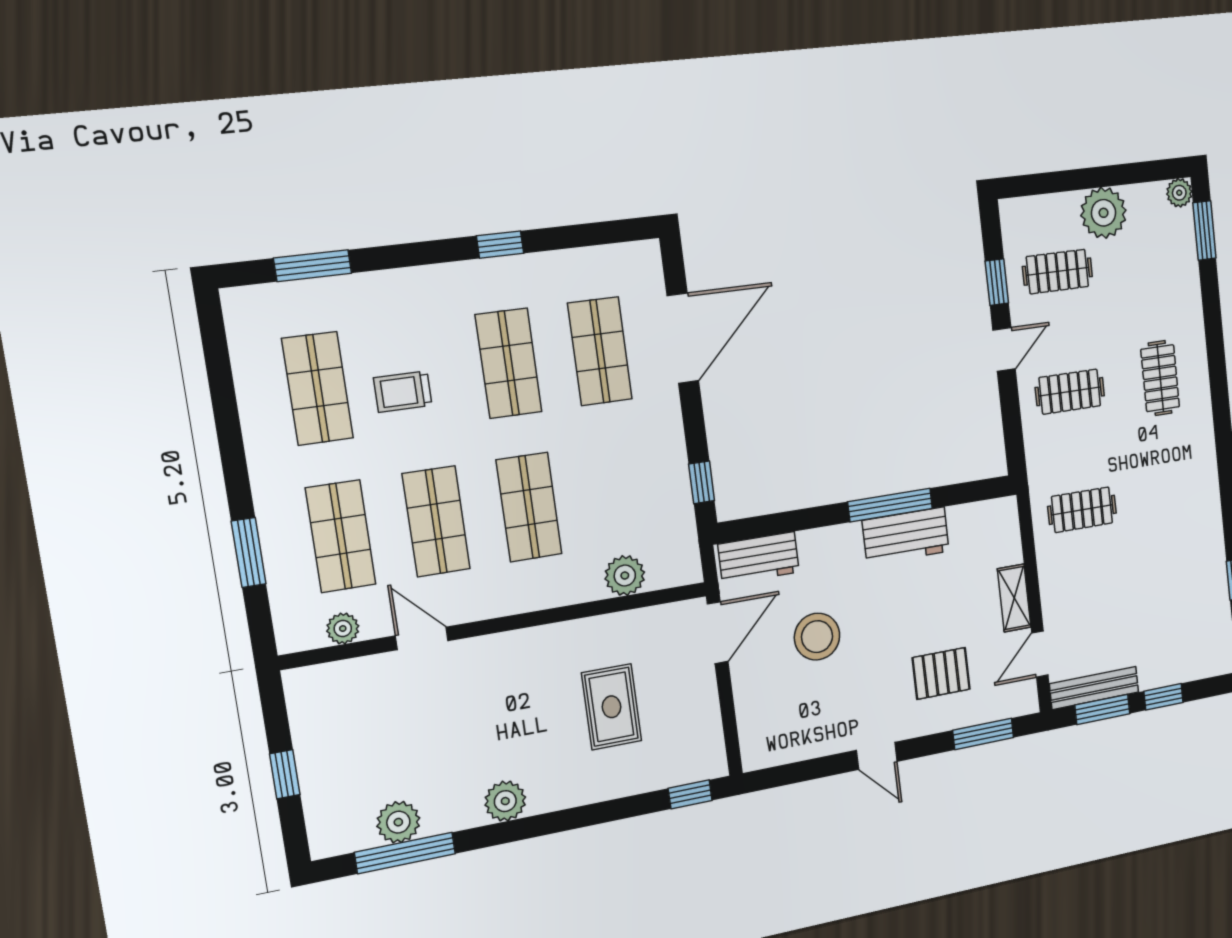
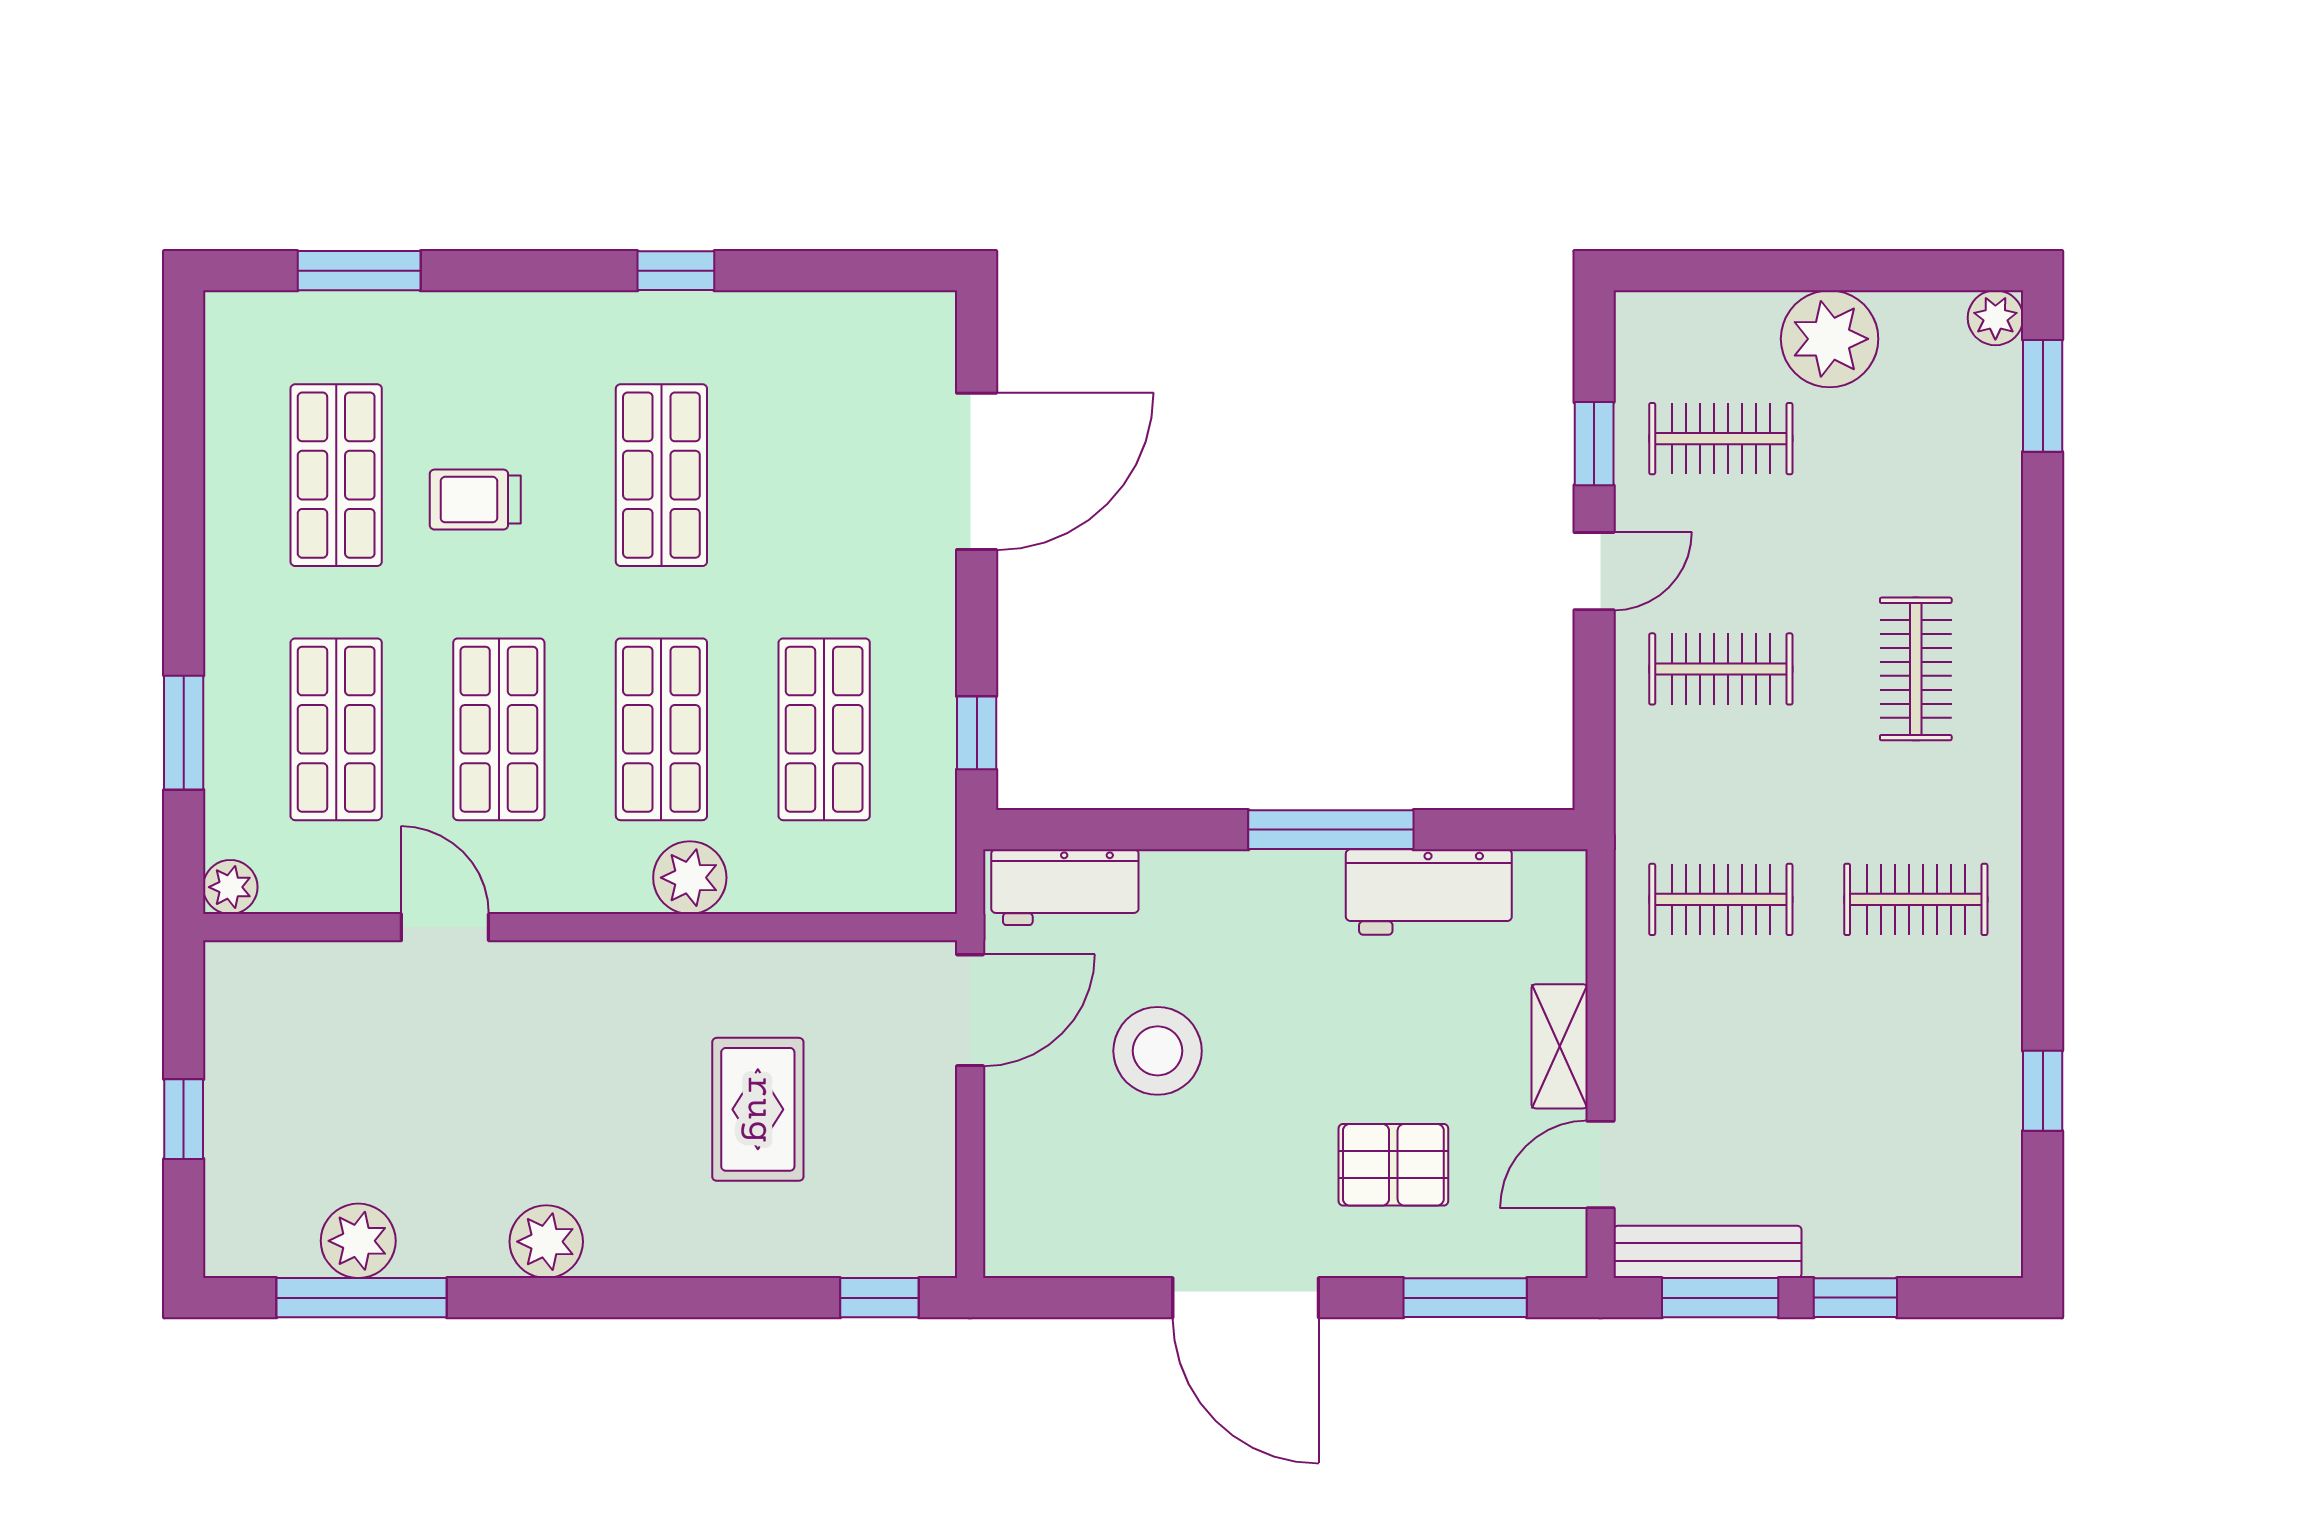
shop shelf: (600, 351) -> (824, 729), moved
clothes rail: (1171, 495) -> (1916, 899), added
workbench: (906, 536) -> (1429, 892), moved
plant: (625, 576) -> (690, 878), moved
plant: (343, 629) -> (230, 887), moved
door: (877, 756) -> (1246, 1298), width x1.88

